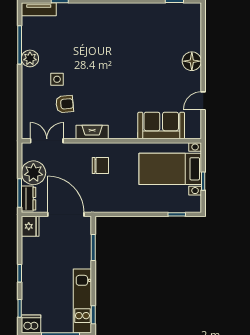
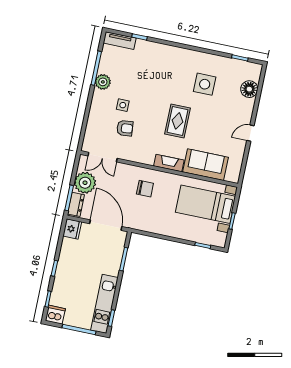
side table: (142, 38) -> (205, 84), added
floor lamp: (192, 61) -> (249, 89), moved
rug: (121, 84) -> (177, 121), added
door: (203, 101) -> (250, 133), moved
fireplace: (92, 132) -> (169, 163), moved
double door: (47, 141) -> (103, 157), swing flipped

